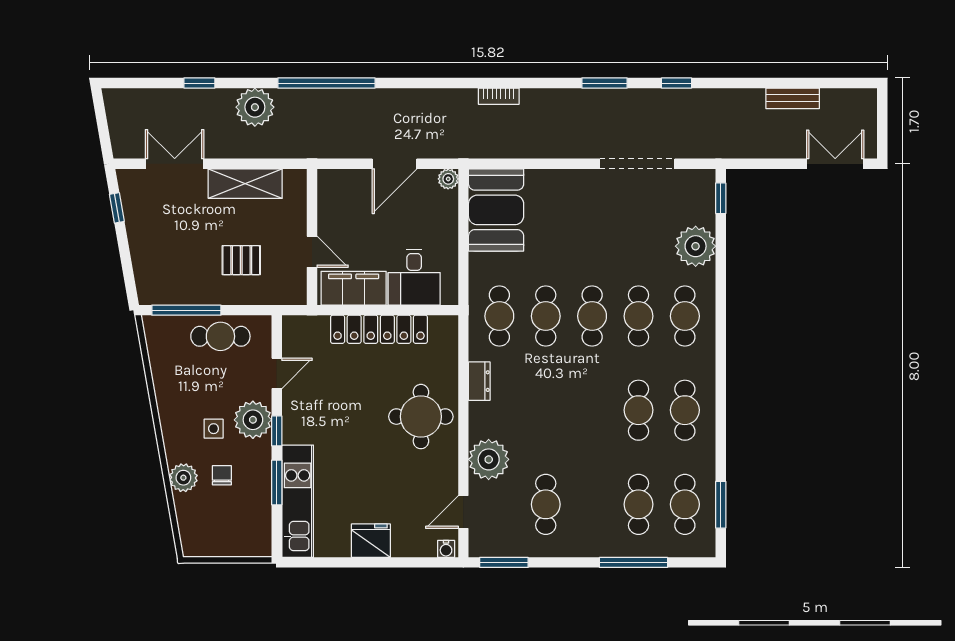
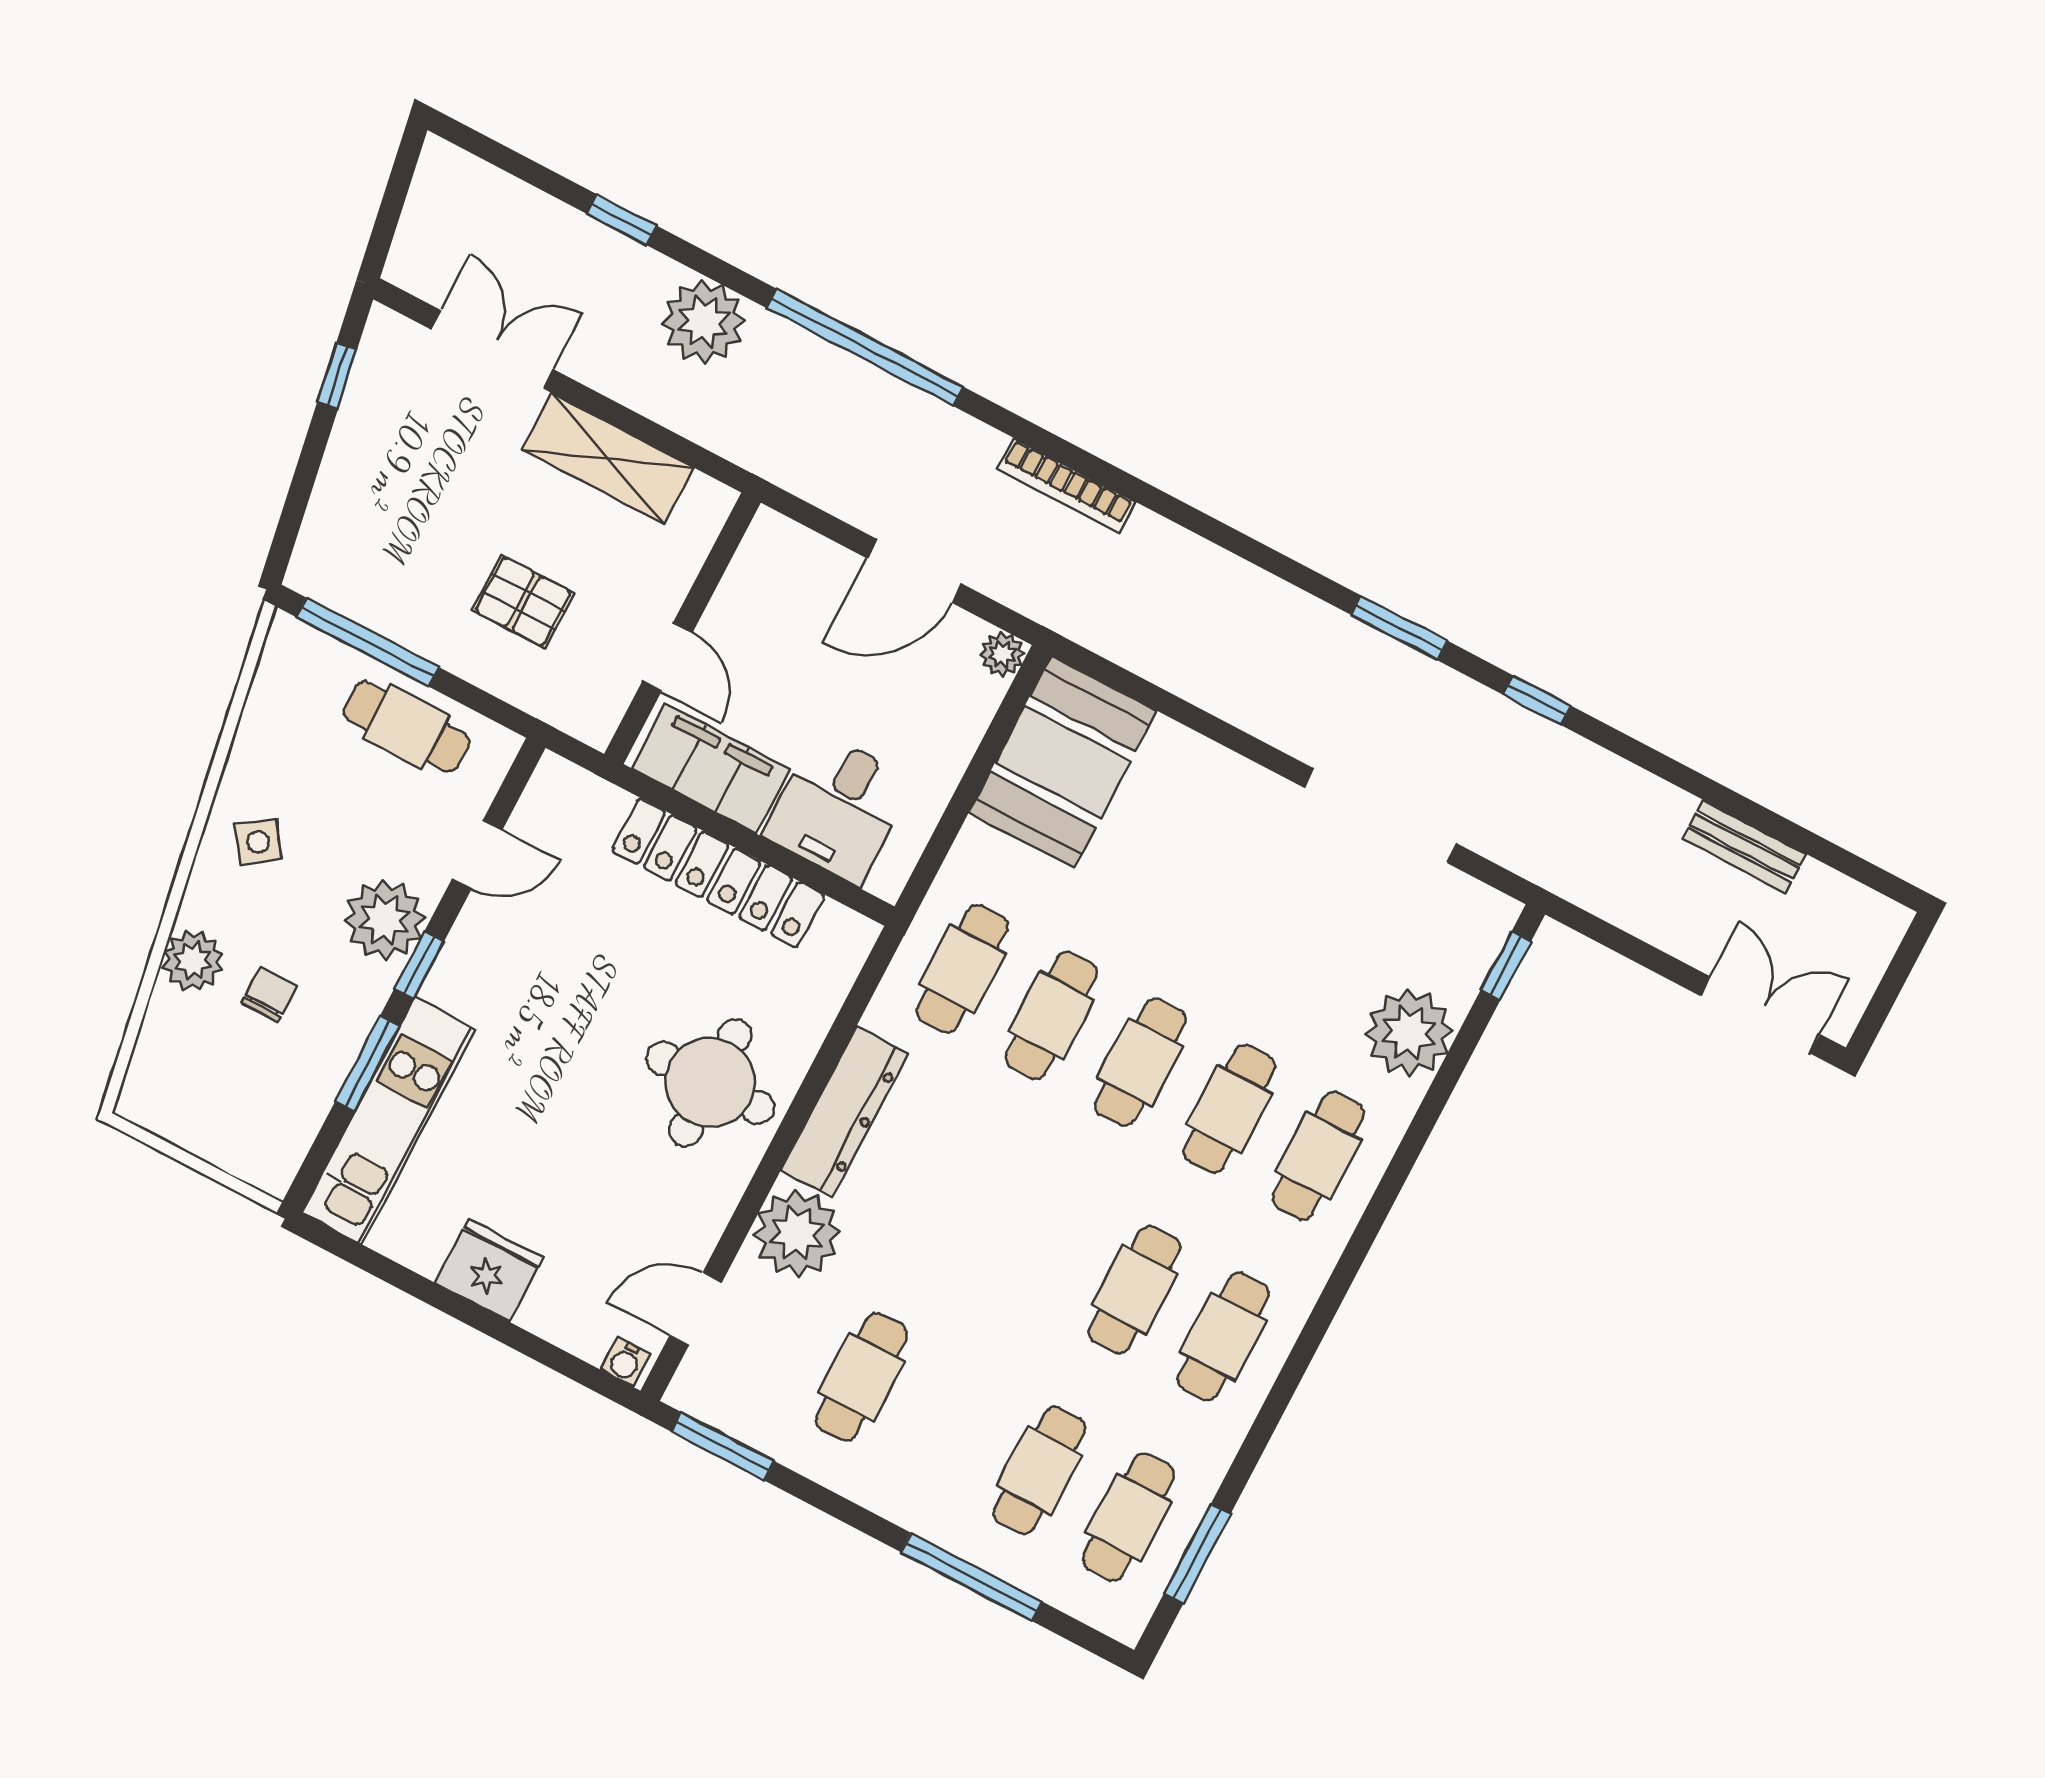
bookcase: (499, 96) -> (1066, 485), moved, width x1.56
dresser: (479, 381) -> (845, 1112), width x1.96, depth x1.24
side table: (214, 429) -> (258, 842), moved, turned -35

